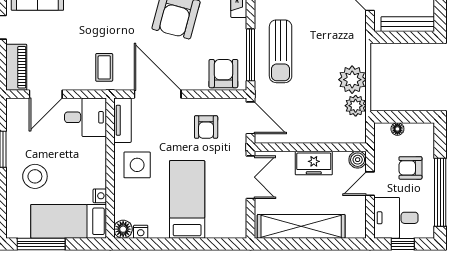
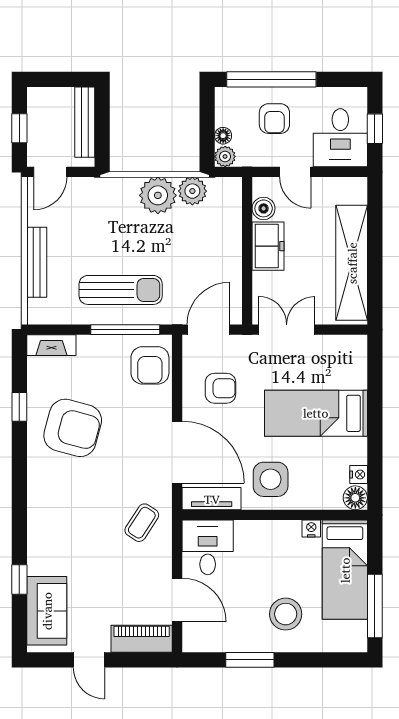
coffee table: (104, 67) -> (142, 523), turned -57
armchair: (223, 74) -> (150, 365), turned -90
door: (158, 94) -> (177, 452), swing flipped
plant: (382, 130) -> (225, 156), added
boiler: (358, 160) -> (264, 208), moved
window: (440, 192) -> (271, 79), moved

